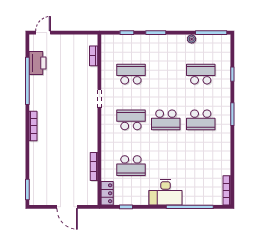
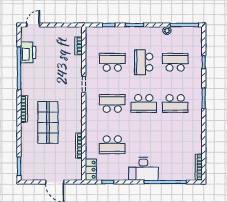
school desk: (166, 74) -> (144, 62), added
shop shelf: (60, 141) -> (48, 122), added

